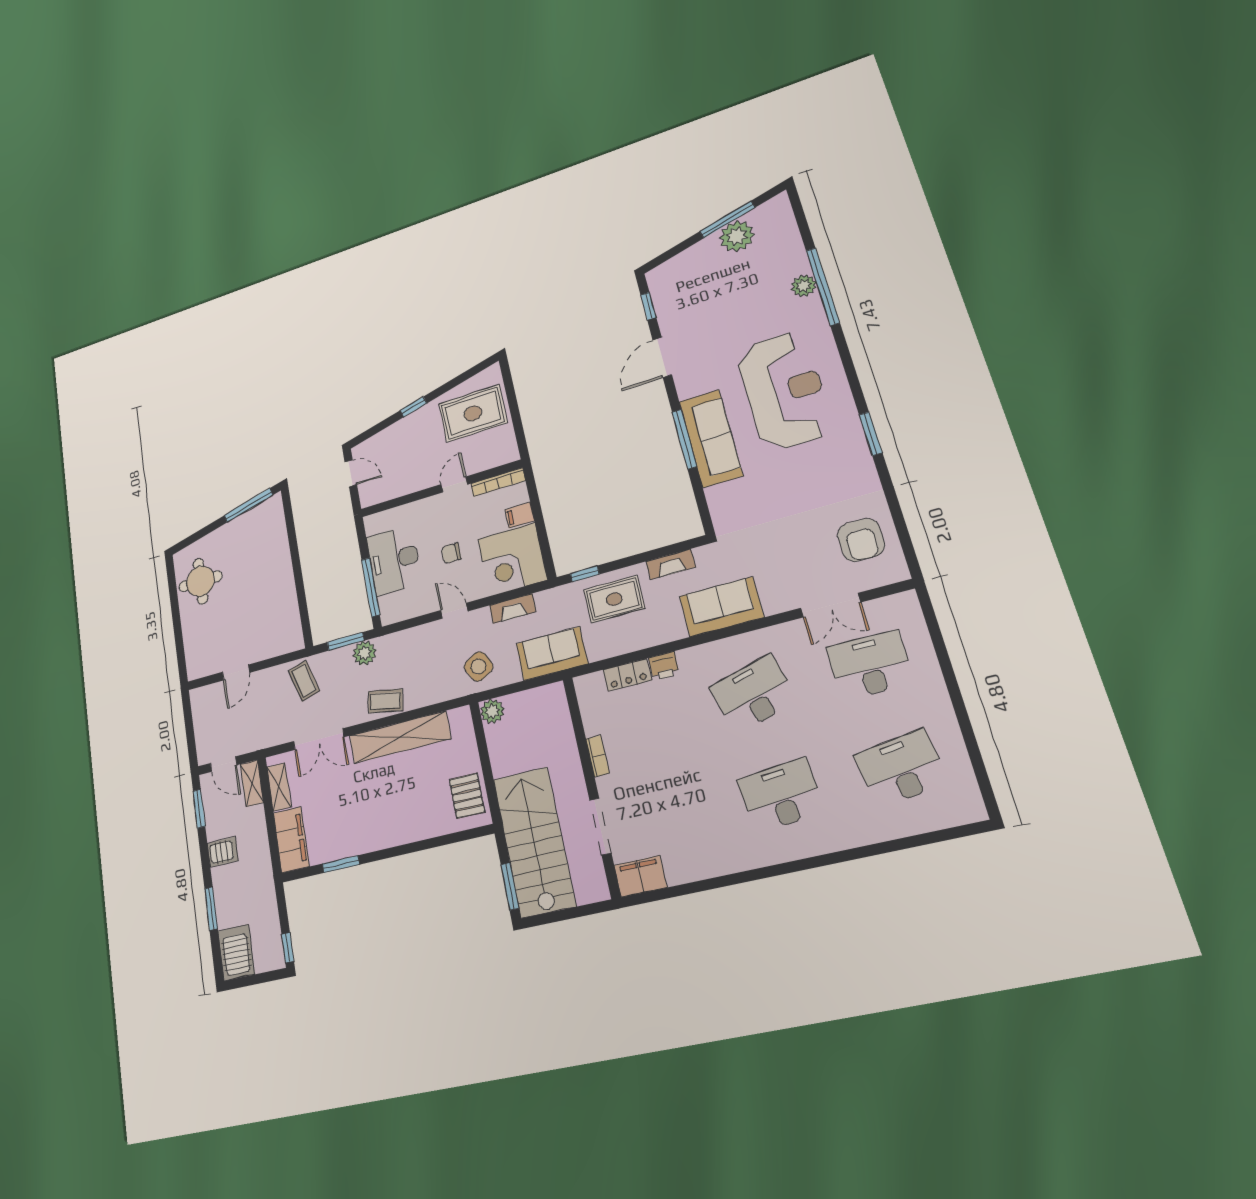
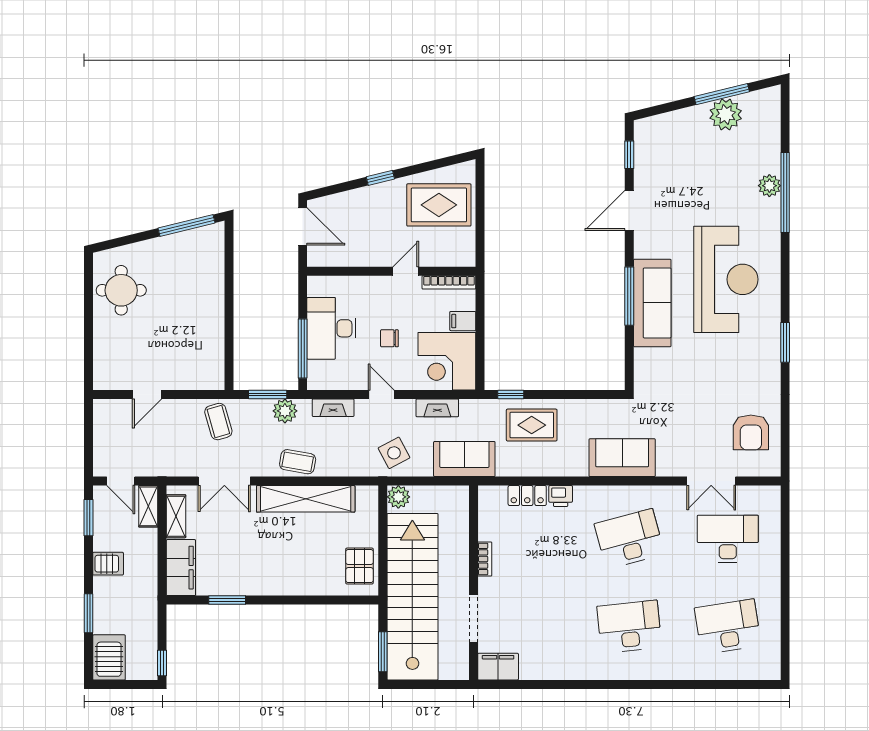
door: (351, 473) -> (303, 226), width x1.38
fireplace: (671, 564) -> (333, 408), moved
stairs: (534, 842) -> (412, 597), width x1.36

